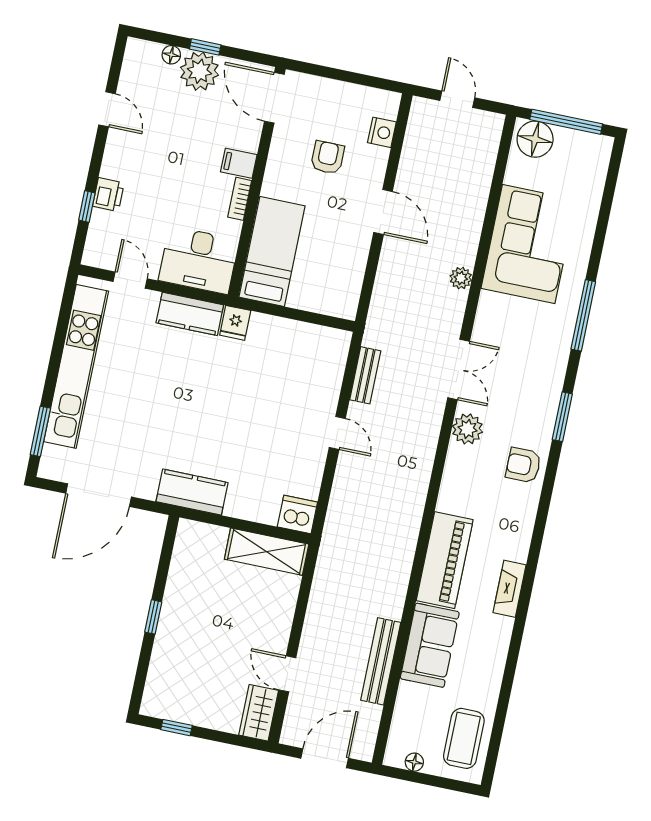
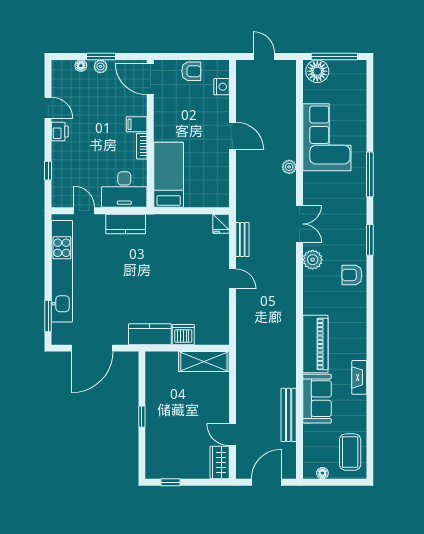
window: (205, 47) -> (101, 56), width x1.50
plant: (199, 71) -> (100, 66), width x0.53, depth x0.53
armchair: (328, 157) -> (191, 71), moved, turned 90
printer: (108, 195) -> (60, 131), moved
fridge: (235, 323) -> (221, 224), moved
dishwasher: (297, 514) -> (183, 335), moved
fireplace: (510, 589) -> (359, 377), moved

